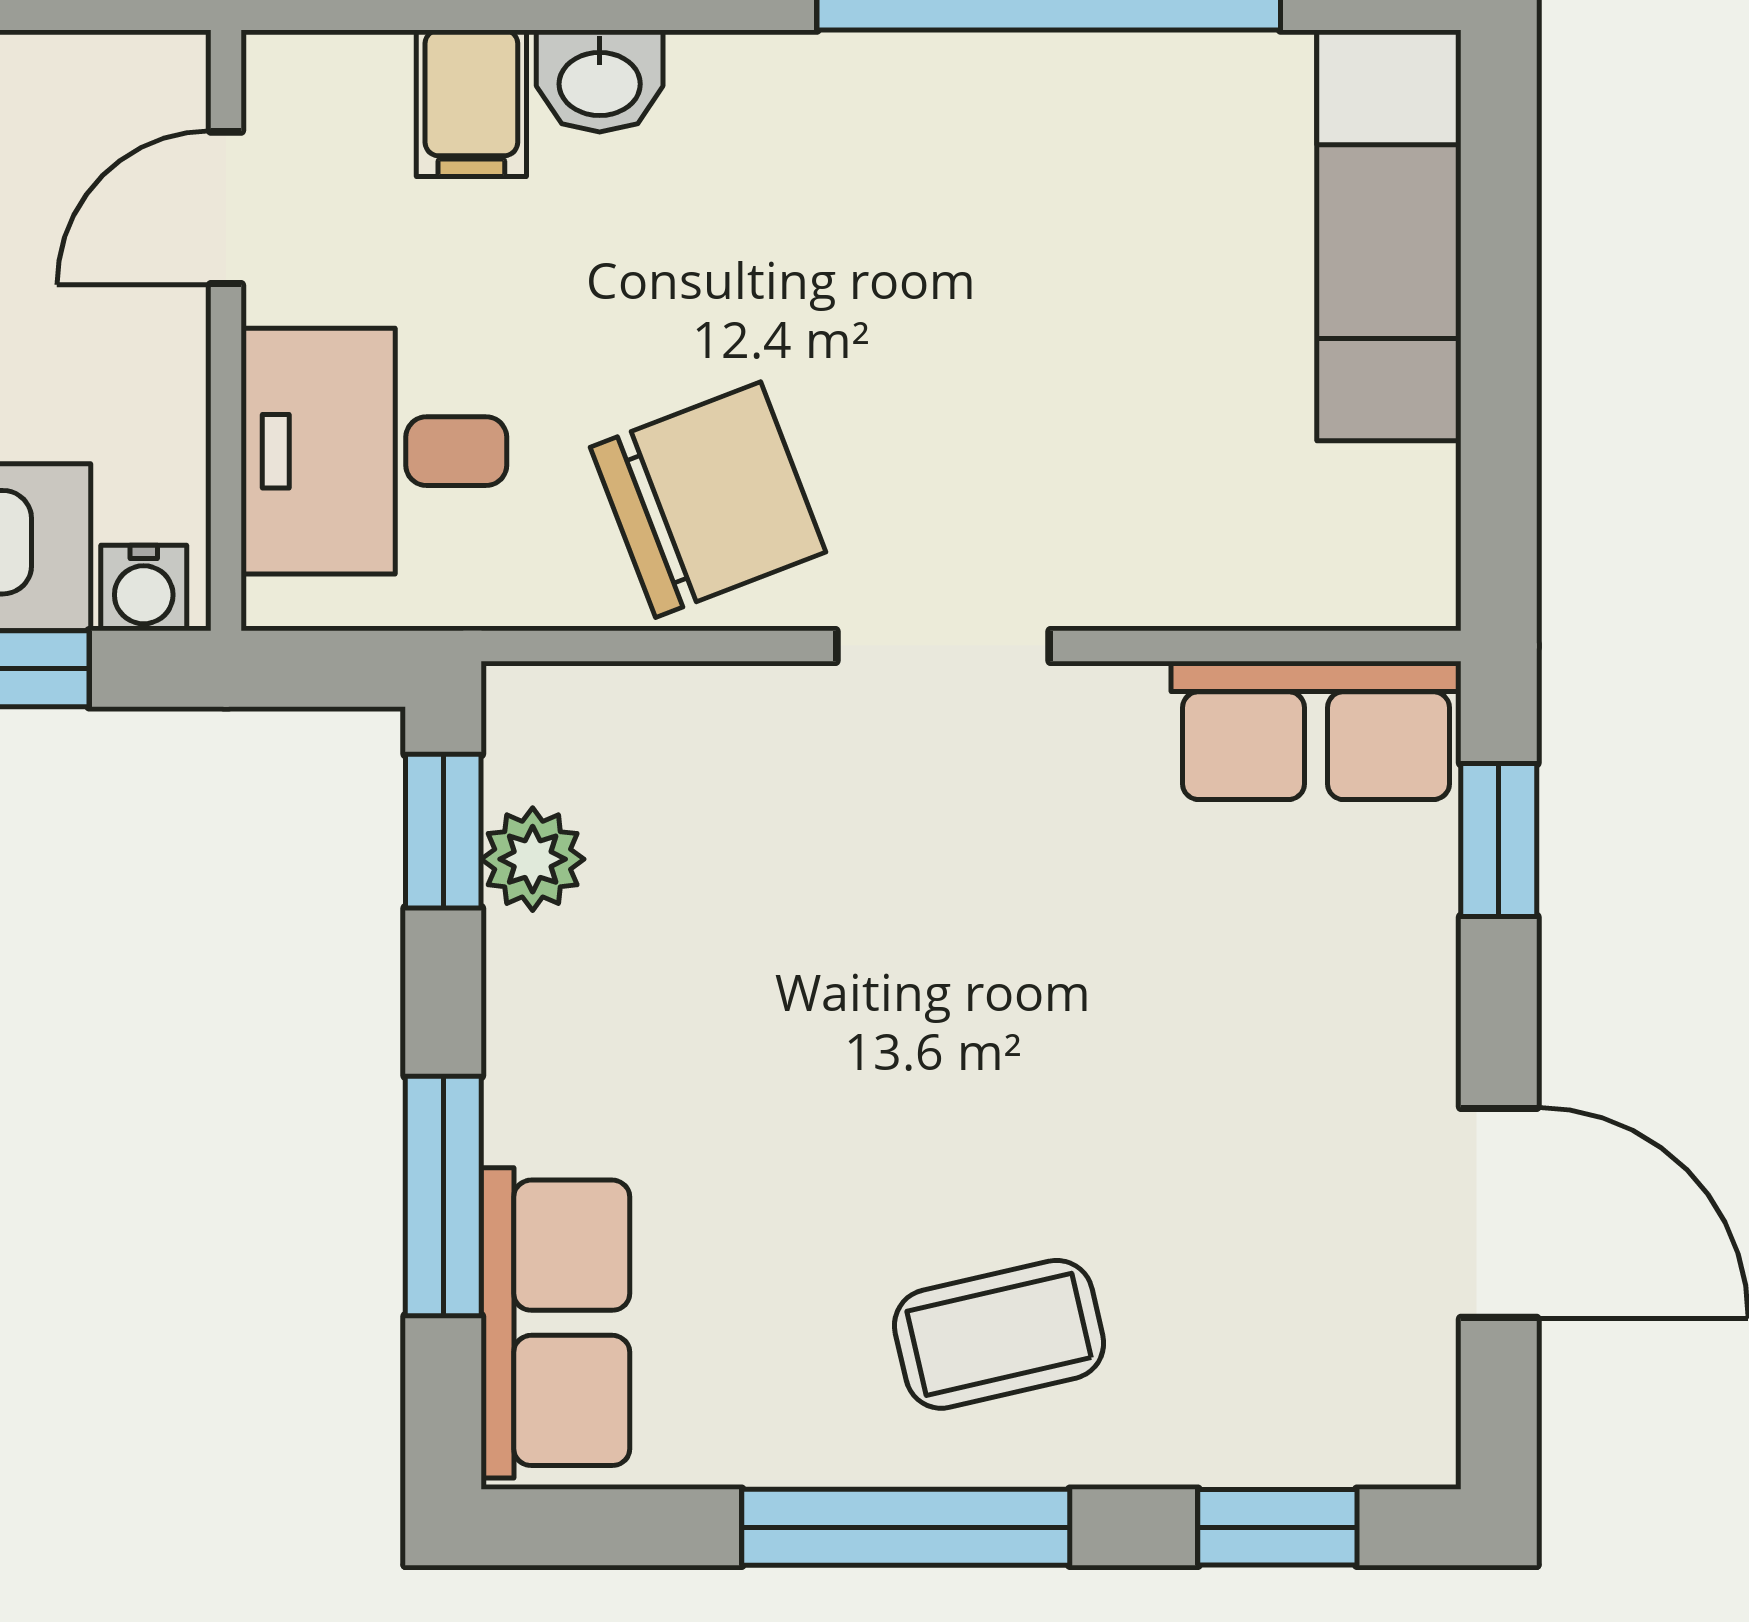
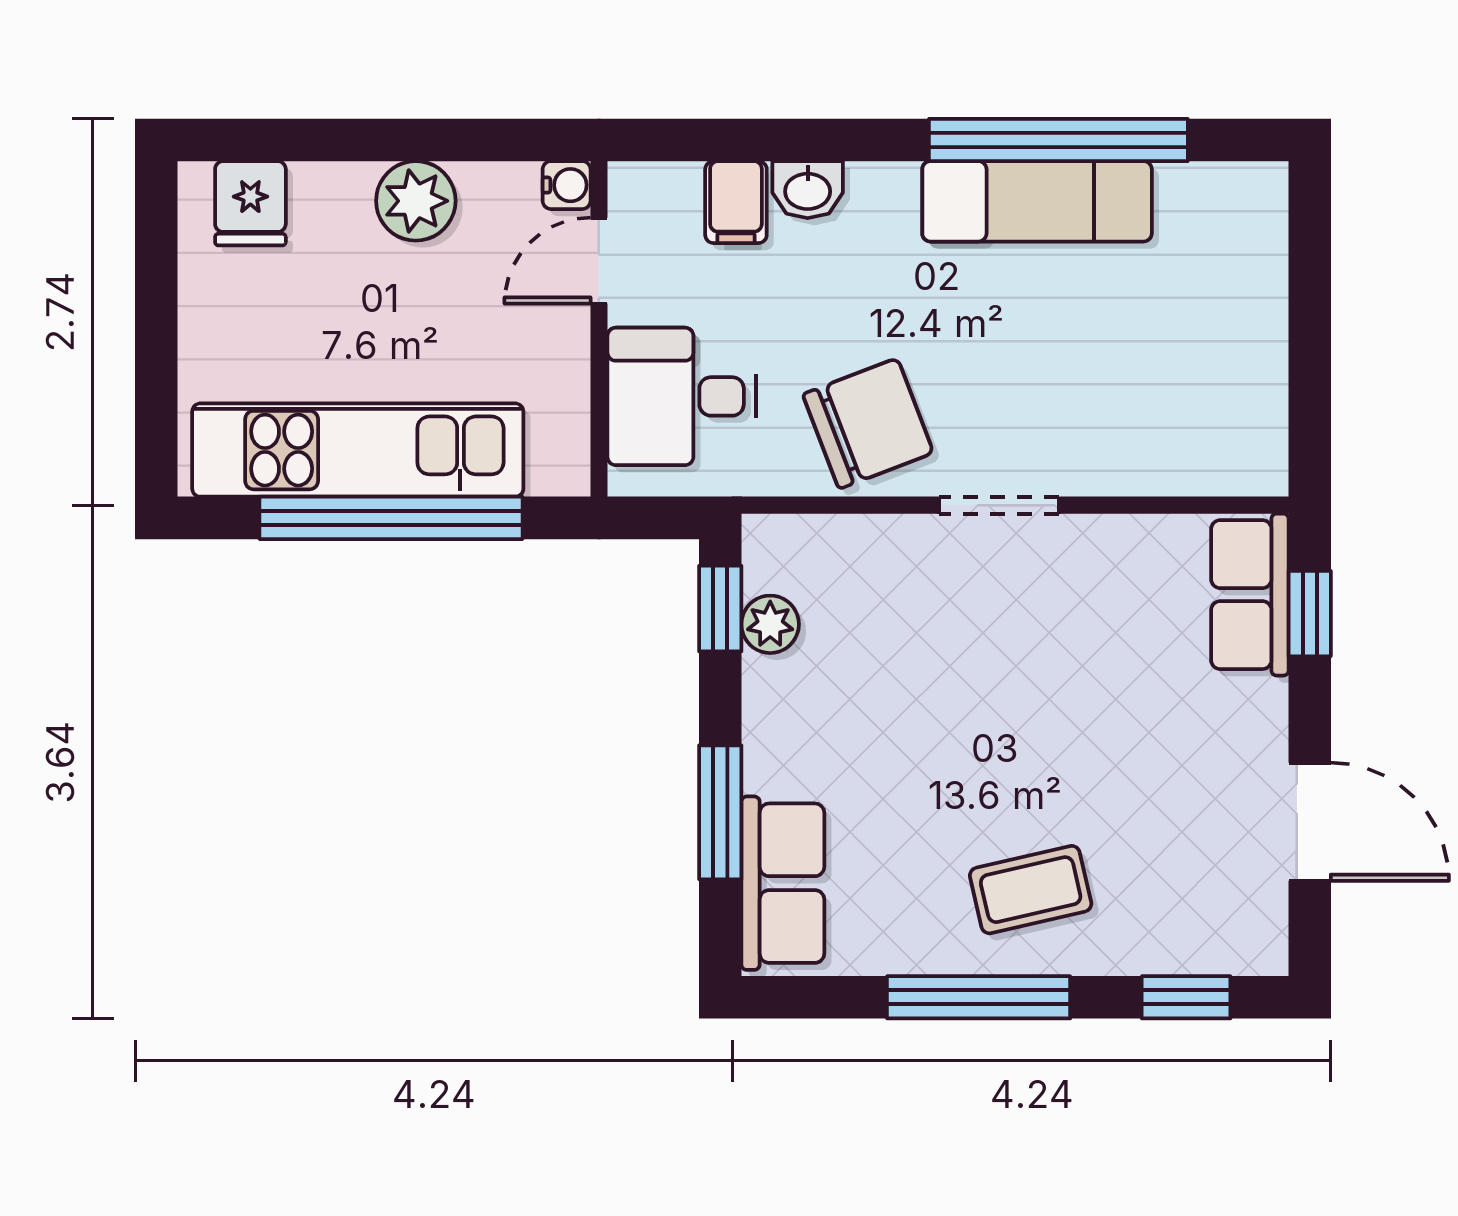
exam couch: (1389, 235) -> (1037, 201), moved, turned -90
water cooler: (144, 588) -> (567, 185), moved, turned -90
row of seats: (1316, 730) -> (1250, 595), moved, turned 90

